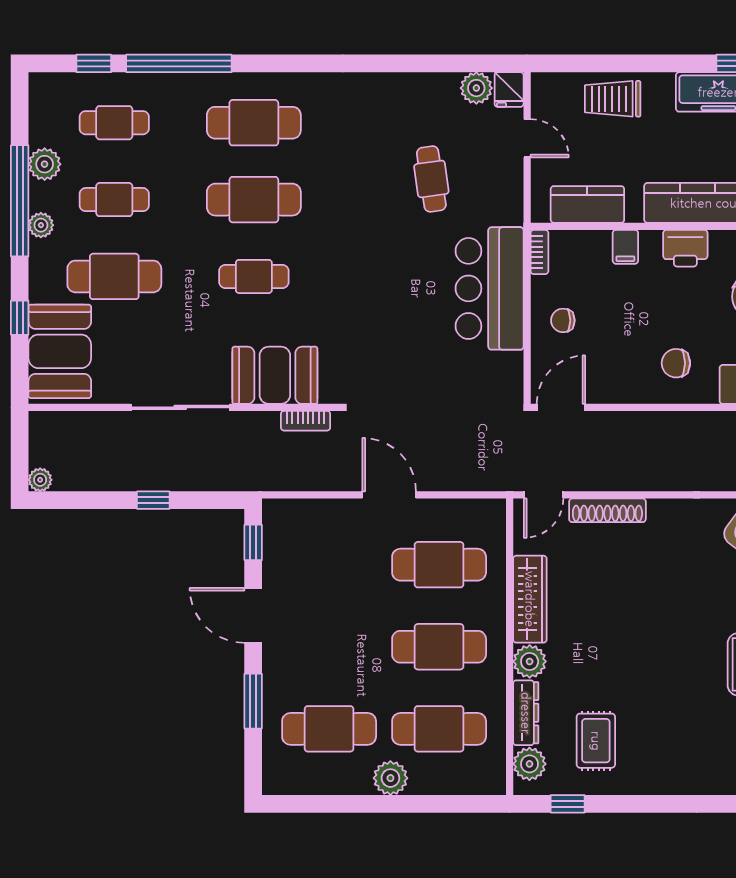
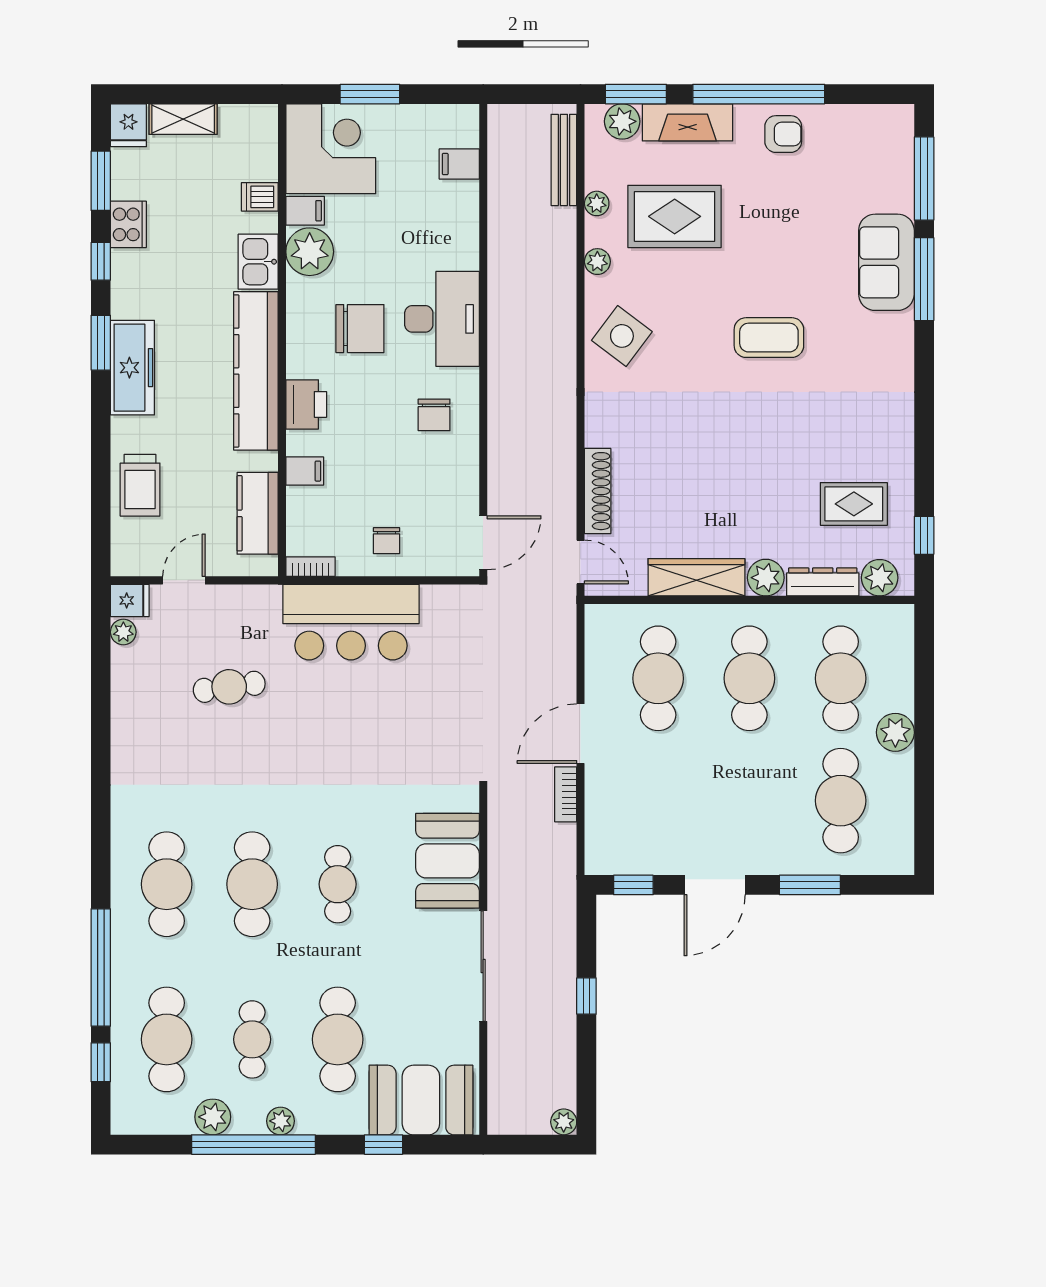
plant: (476, 88) -> (123, 632), width x0.73, depth x0.73
cafe table: (114, 123) -> (167, 1039), width x1.37, depth x1.35
door: (561, 407) -> (483, 543), swing flipped
bookcase: (306, 421) -> (566, 794), moved, turned 180

